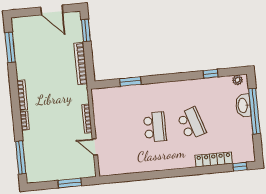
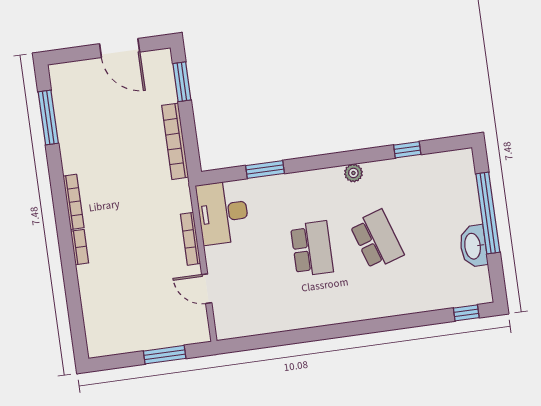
plant: (237, 80) -> (353, 173), moved
desk: (106, 105) -> (223, 213), added
washbasin: (243, 105) -> (473, 246), moved
window: (21, 158) -> (75, 313), removed
locker: (214, 159) -> (419, 302), removed

